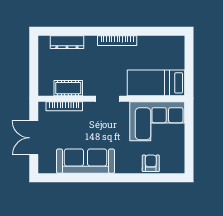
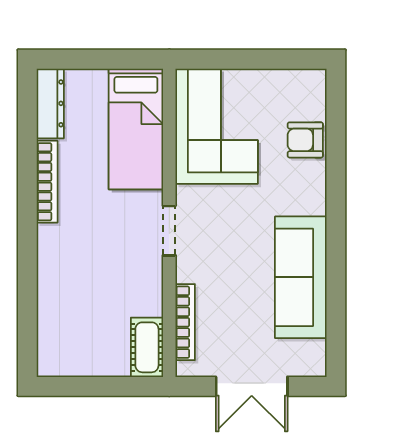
bookcase: (117, 41) -> (47, 182), moved
dresser: (67, 42) -> (50, 103), moved
cot: (68, 88) -> (147, 347), moved

